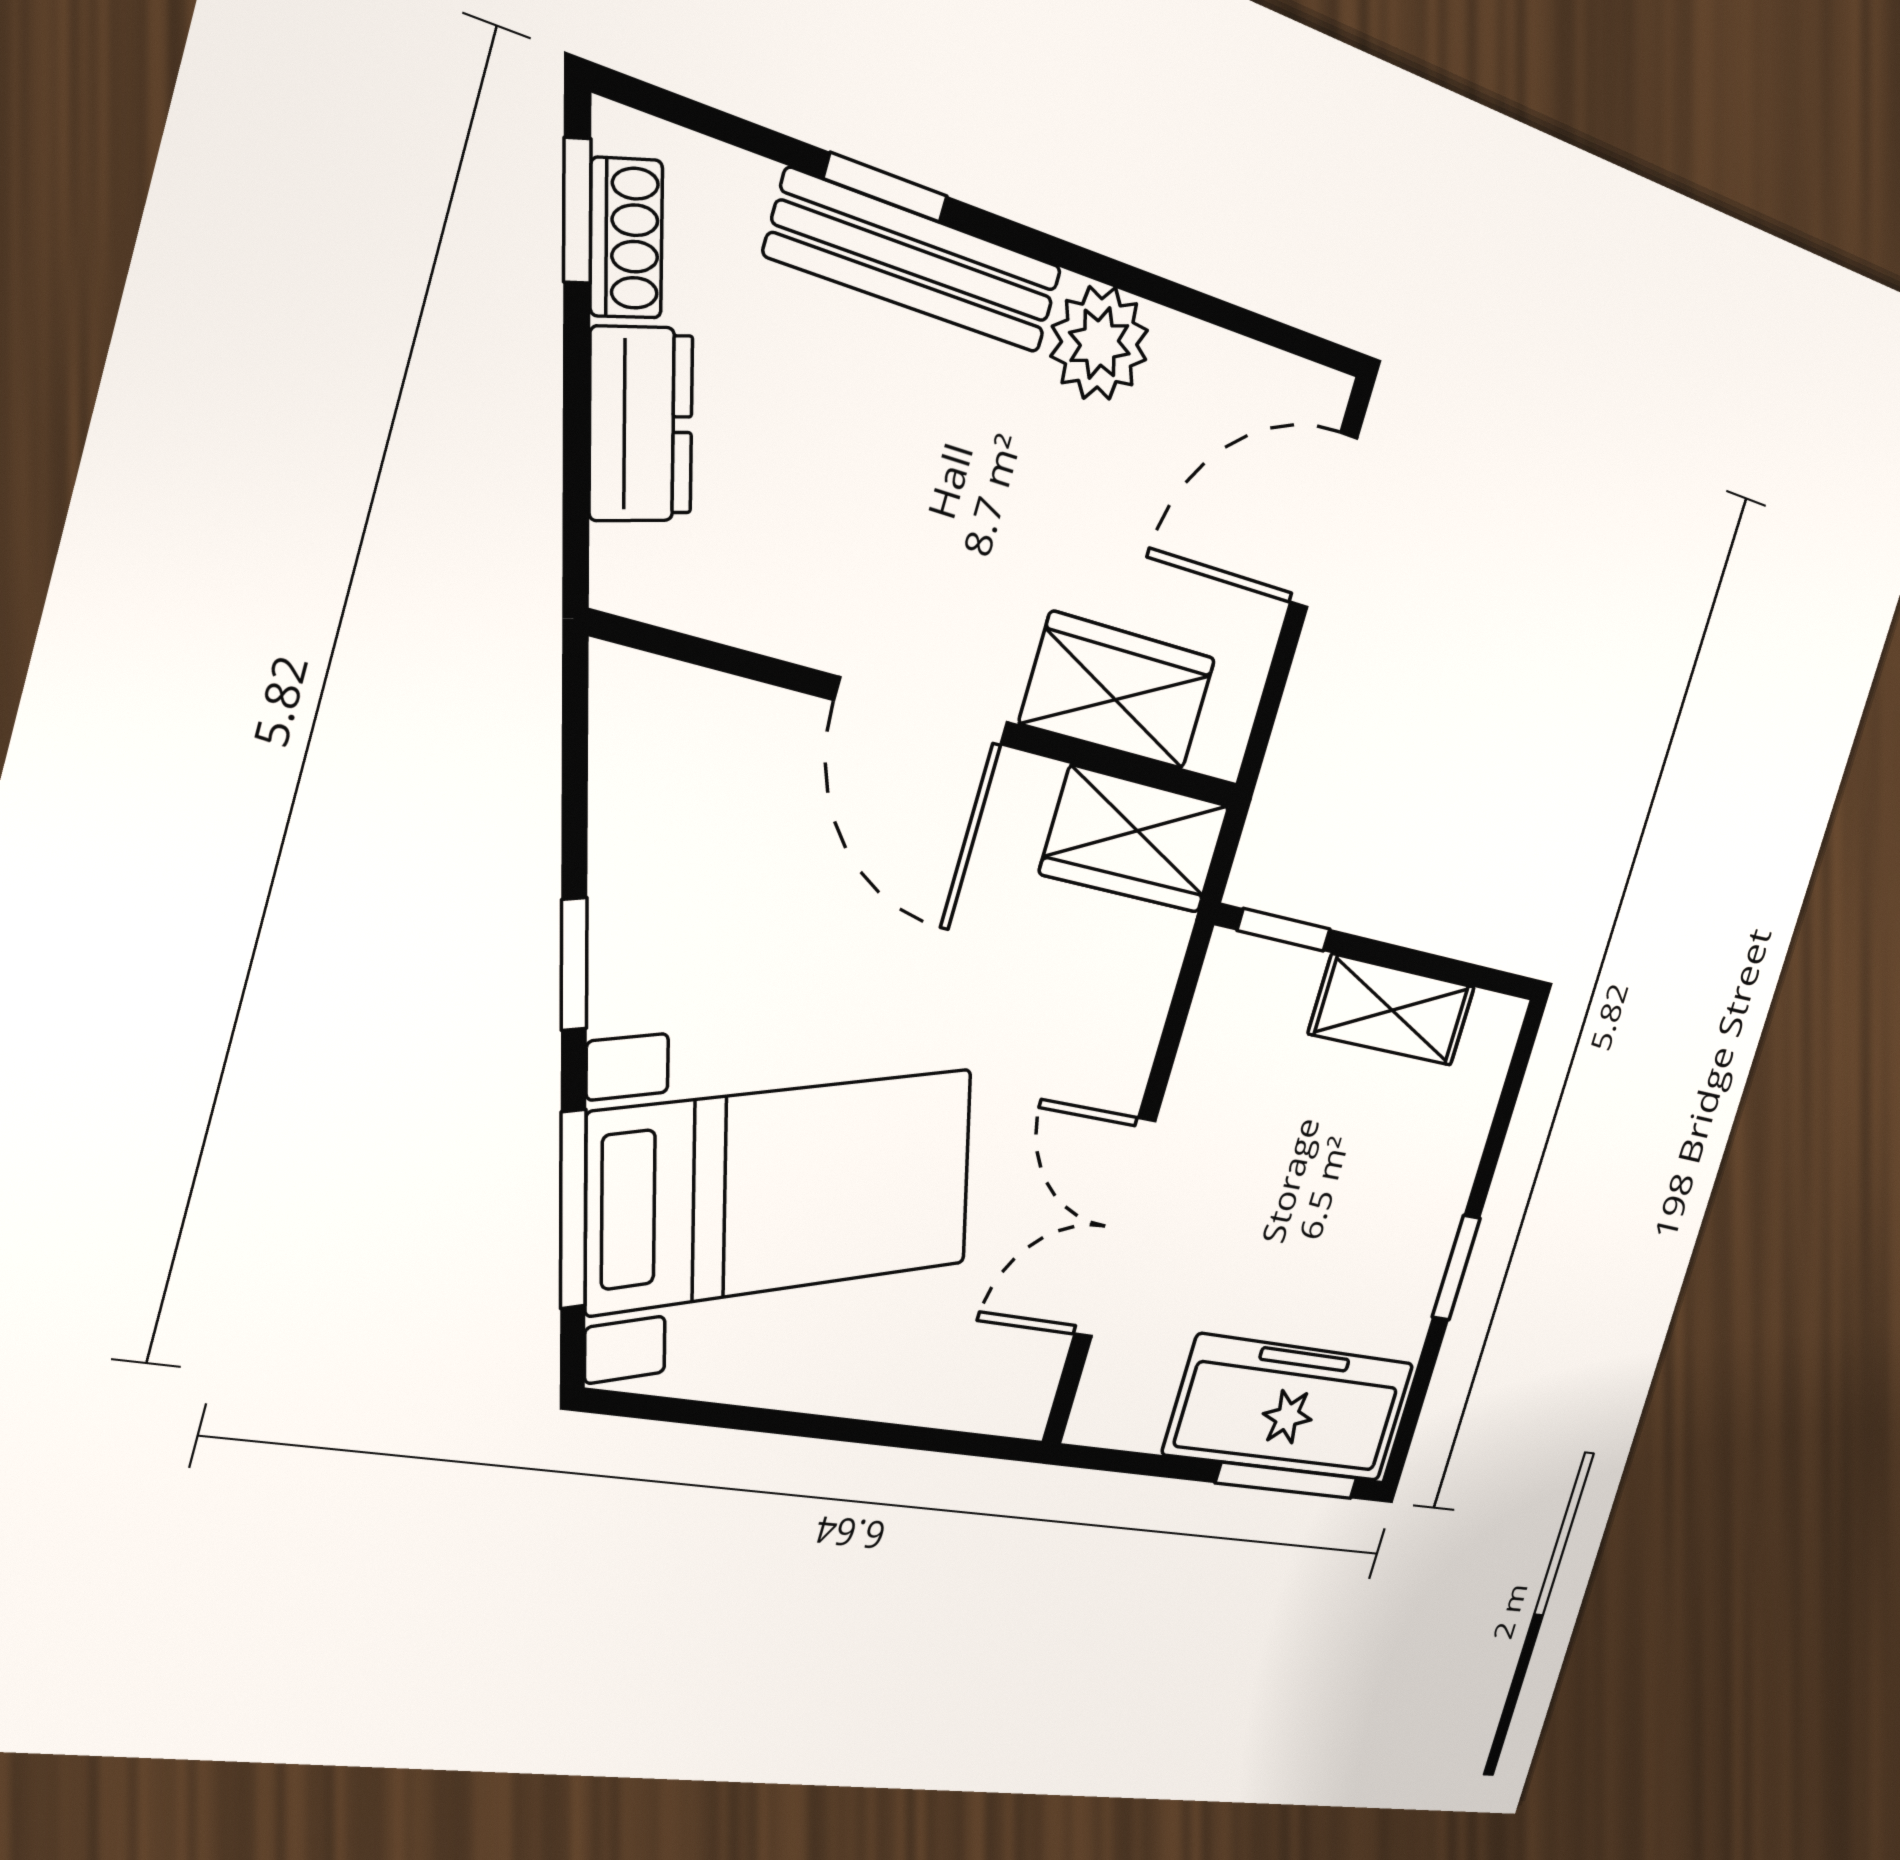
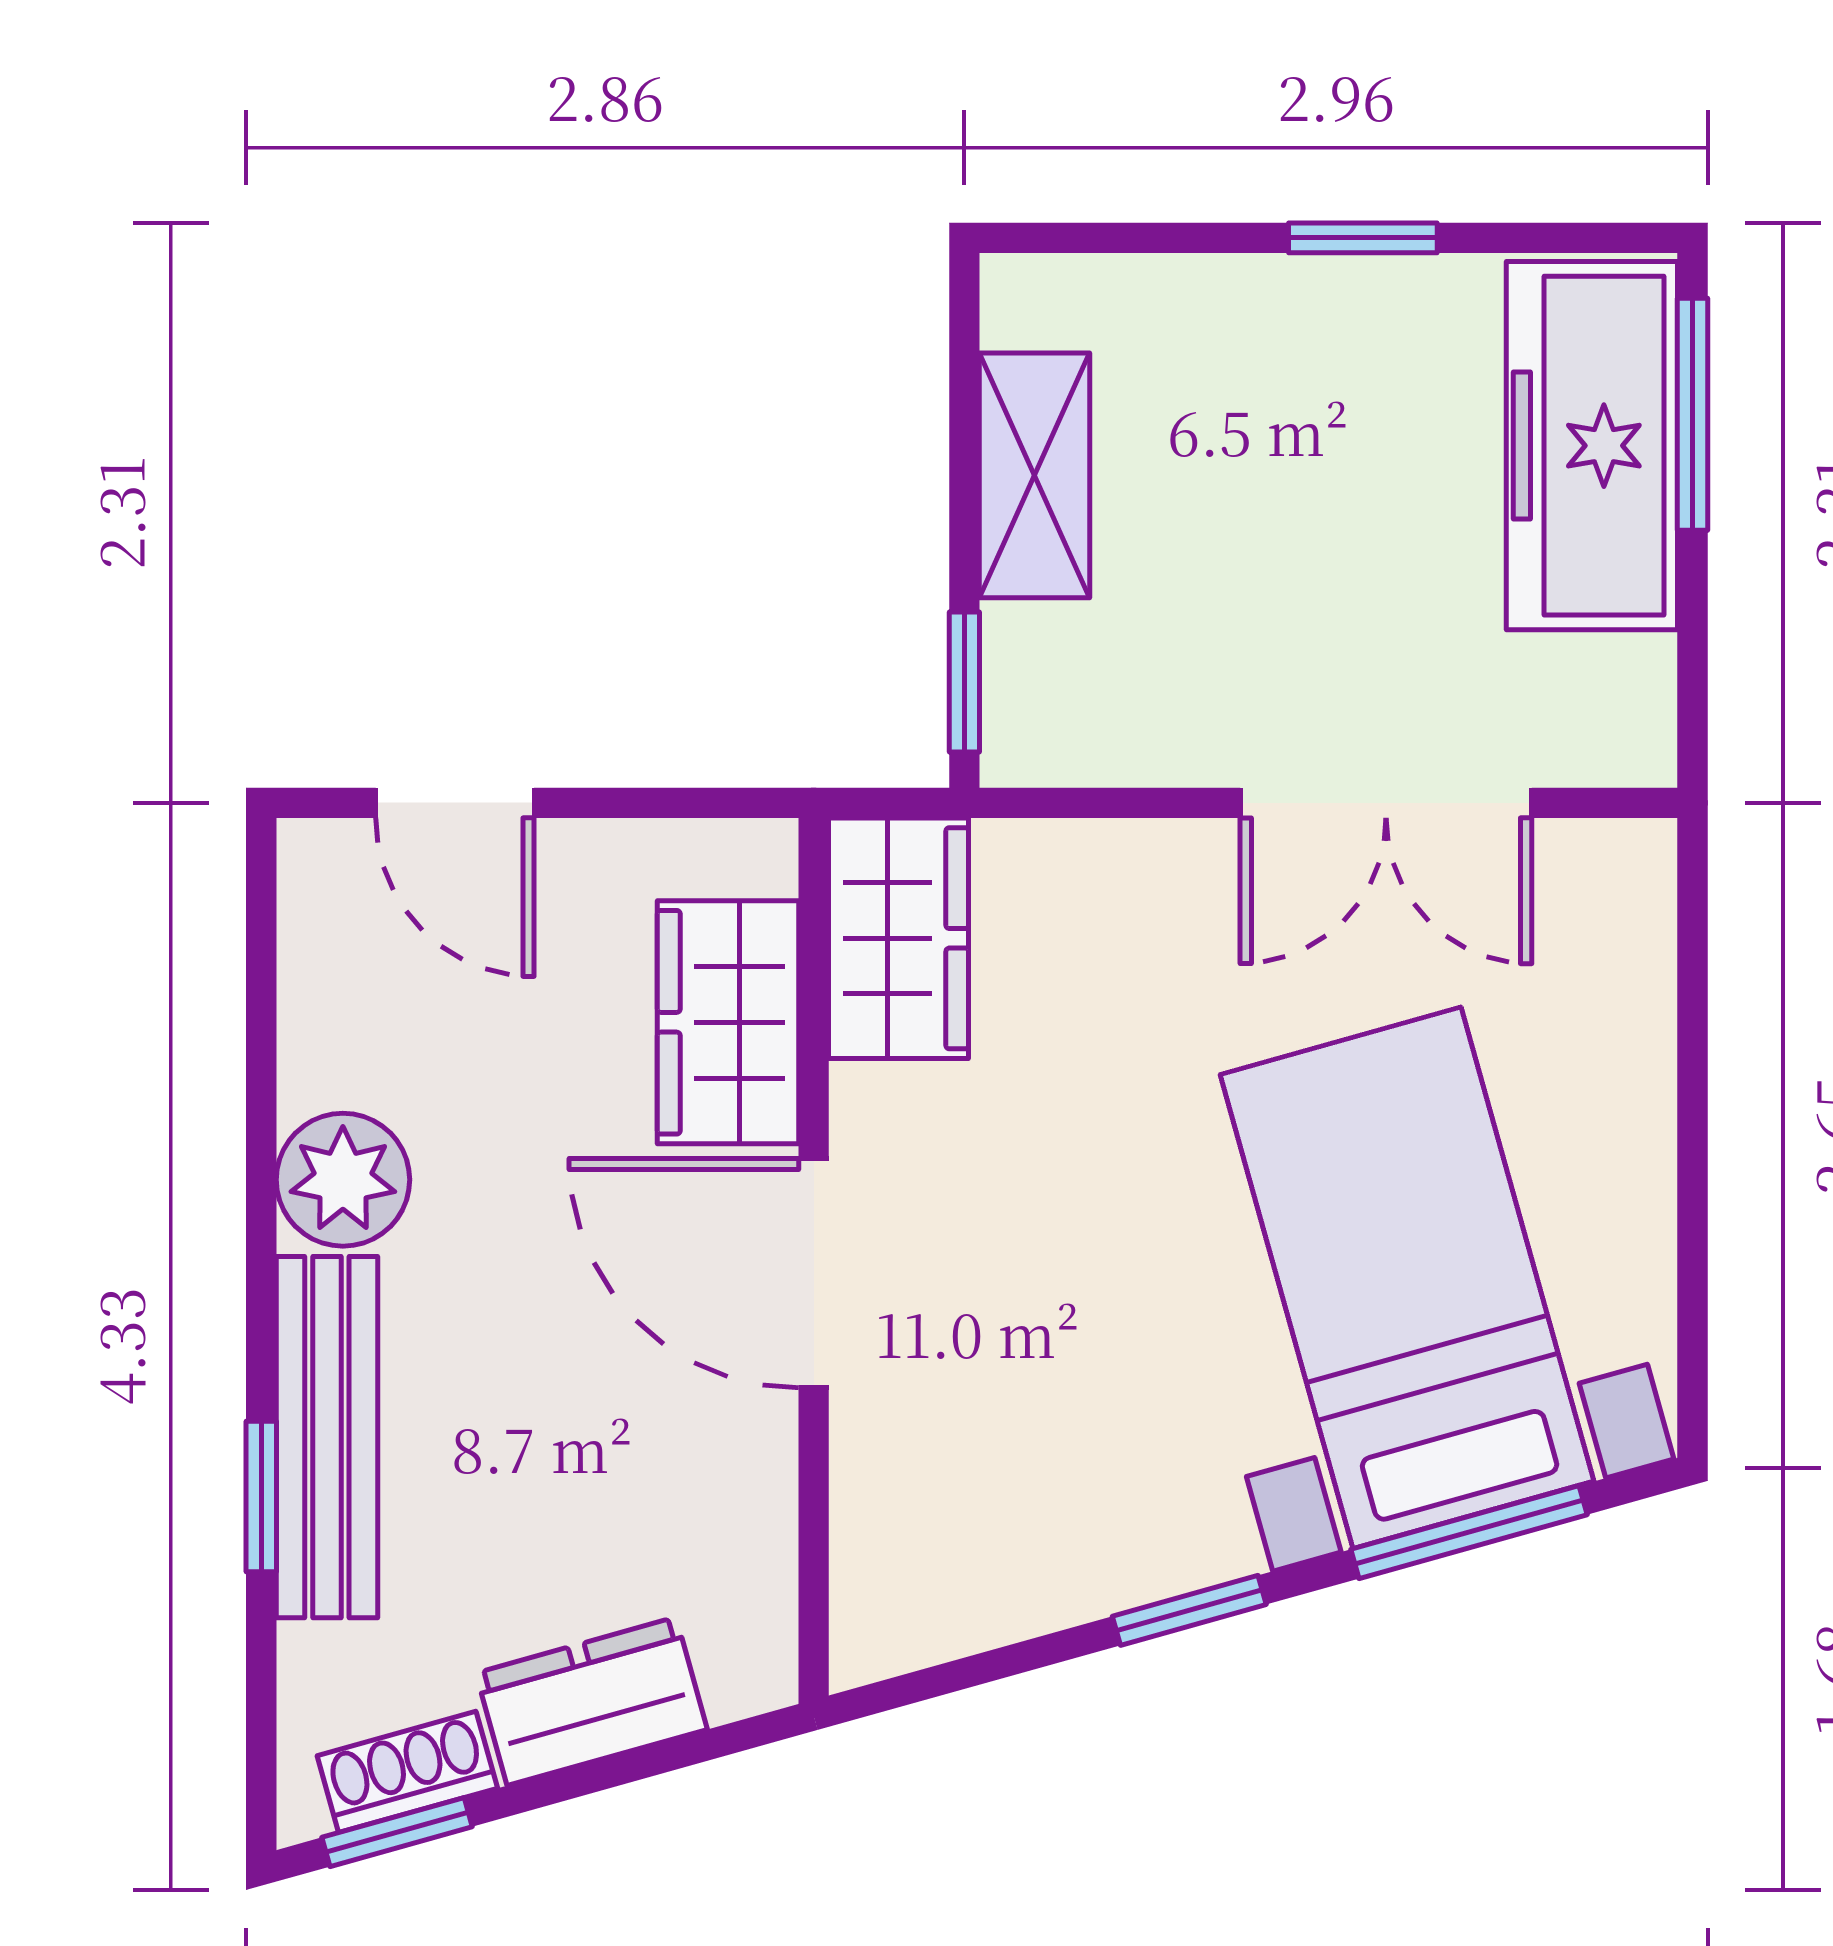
door: (1324, 520) -> (455, 803), width x0.73
door: (922, 711) -> (814, 1273), swing flipped

